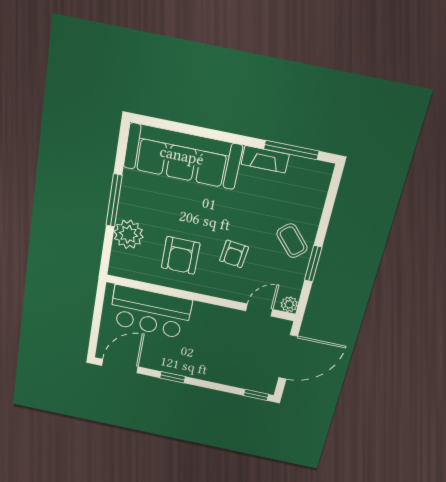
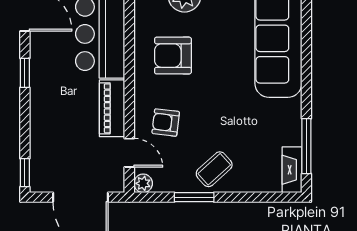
fireplace: (265, 159) -> (292, 170), moved
armchair: (234, 254) -> (166, 123), moved
piano: (217, 316) -> (112, 108), added

